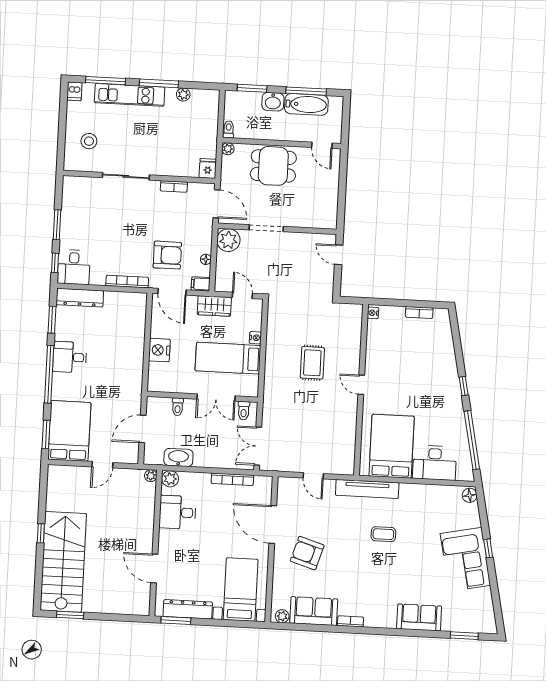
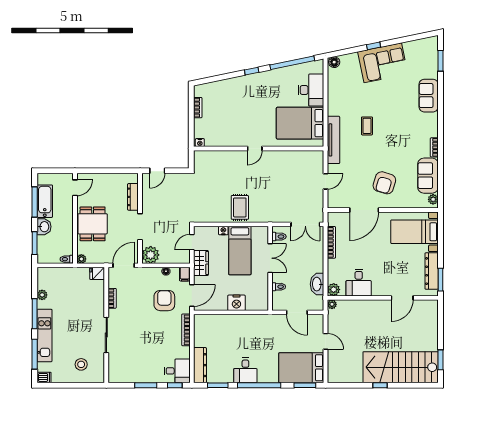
dresser: (306, 221) -> (133, 197), added
rug: (312, 363) -> (240, 207), moved, turned 90

